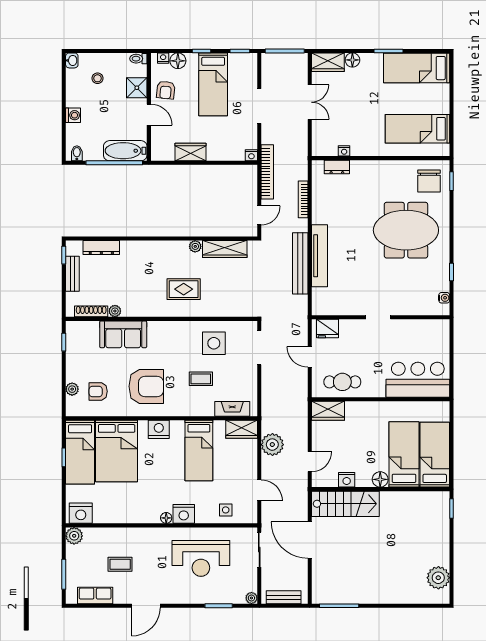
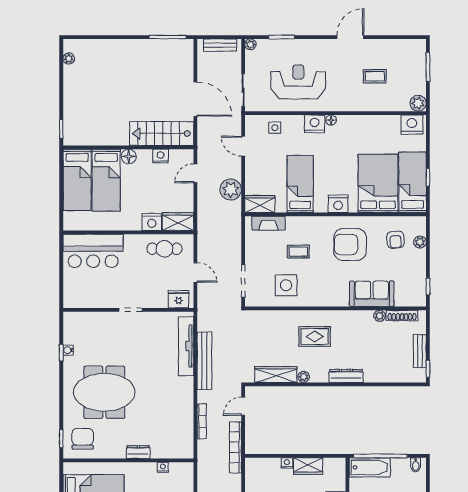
nightstand: (251, 155) -> (287, 463), moved
dresser: (337, 167) -> (138, 452), moved
dresser: (101, 247) -> (346, 376), moved
tv unit: (320, 256) -> (186, 346), moved
water cooler: (444, 298) -> (68, 350), moved
armchair: (98, 391) -> (395, 240), turned 85
nightstand: (356, 410) -> (152, 222), added
plant: (438, 578) -> (69, 59), width x0.53, depth x0.53
row of seats: (95, 596) -> (398, 47), removed

